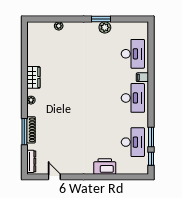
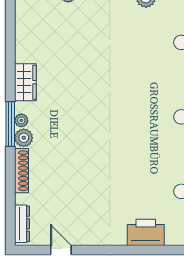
plant: (32, 110) -> (24, 138), added
window: (24, 132) -> (10, 124), moved

